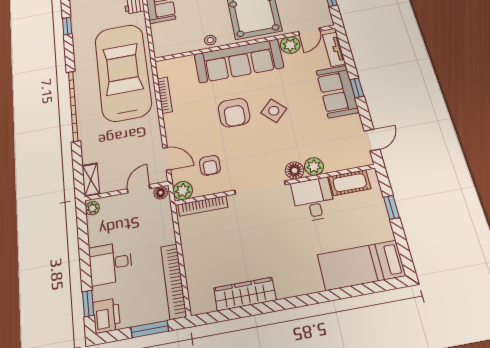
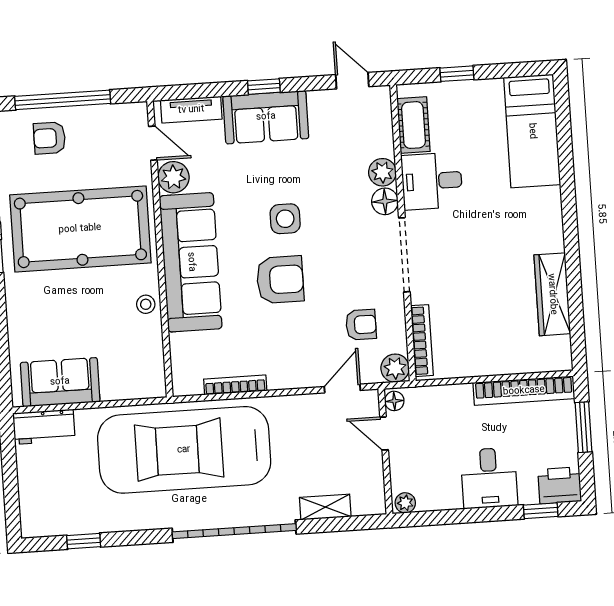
side table: (274, 111) -> (285, 219), turned 45
shelving: (91, 180) -> (325, 507), moved

